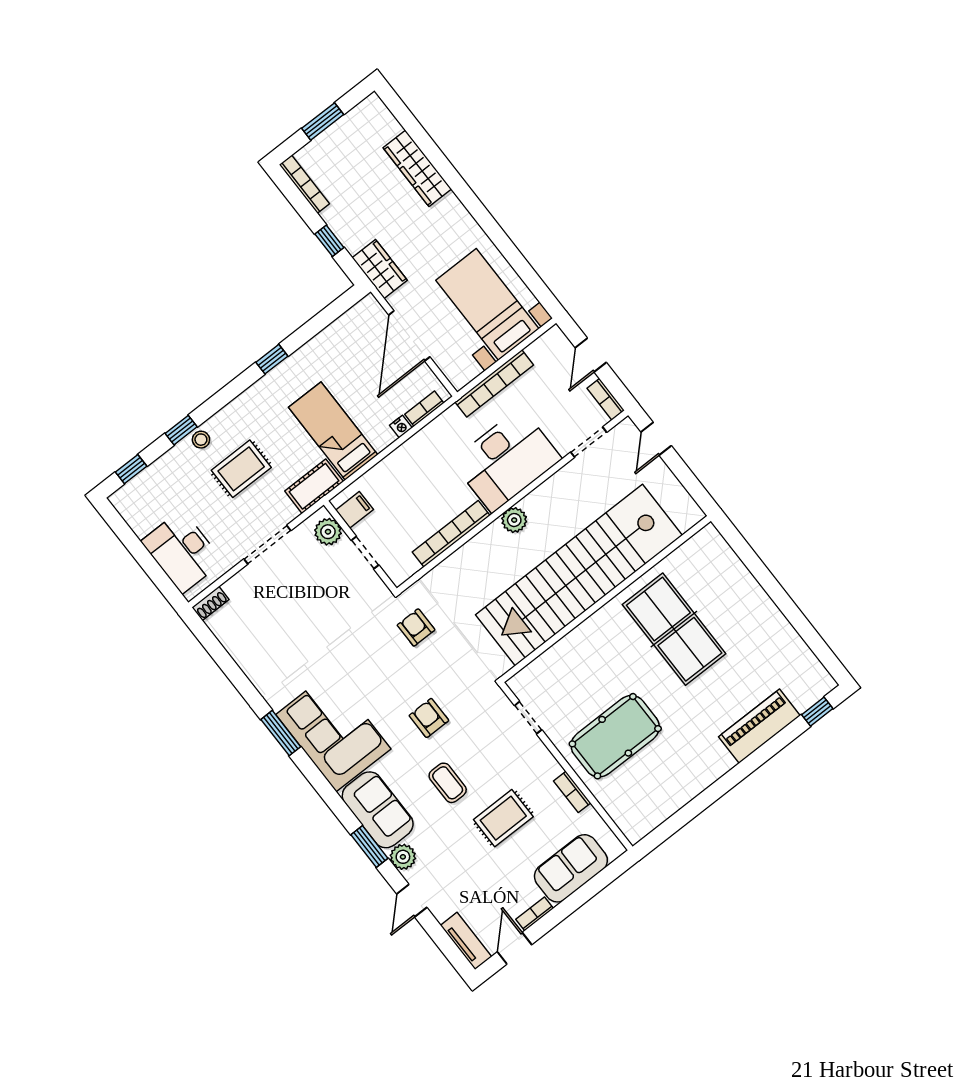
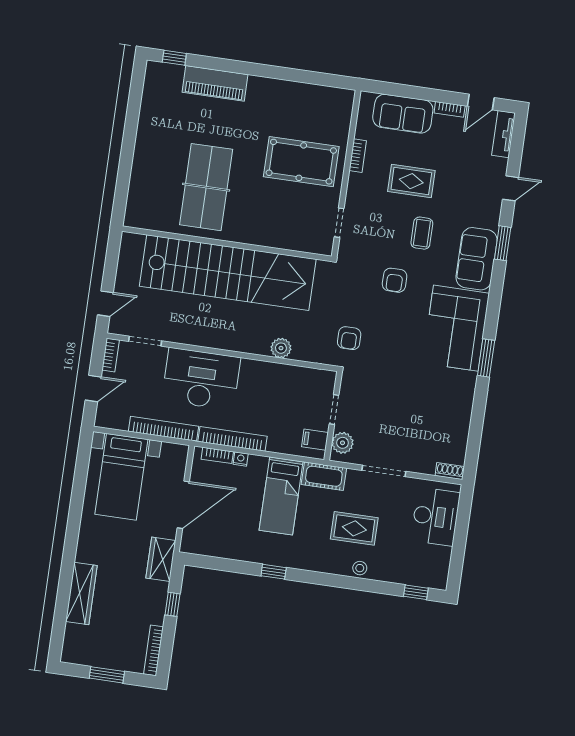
window: (181, 430) -> (365, 585), removed
plant: (514, 520) -> (281, 348), moved
bookcase: (451, 534) -> (233, 439), moved, turned 180
plant: (403, 857) -> (490, 218), removed

